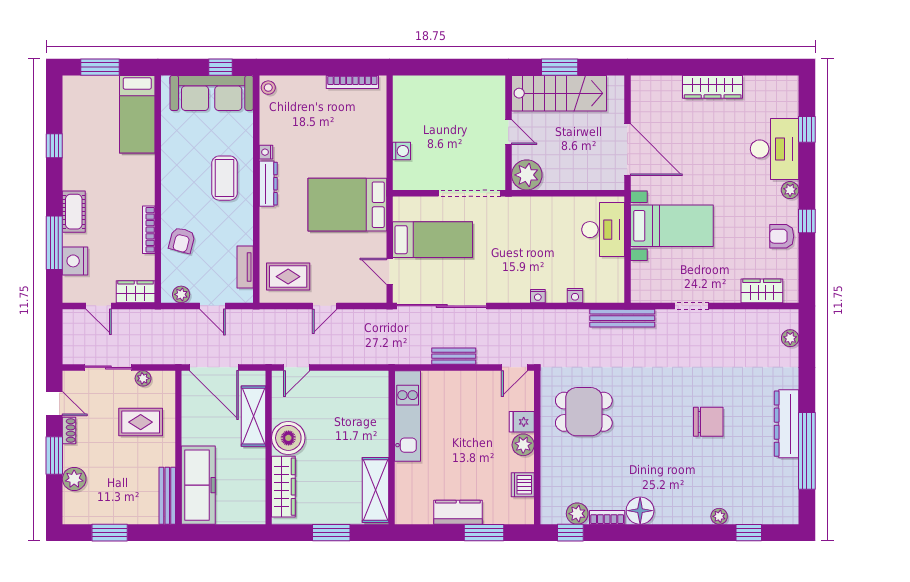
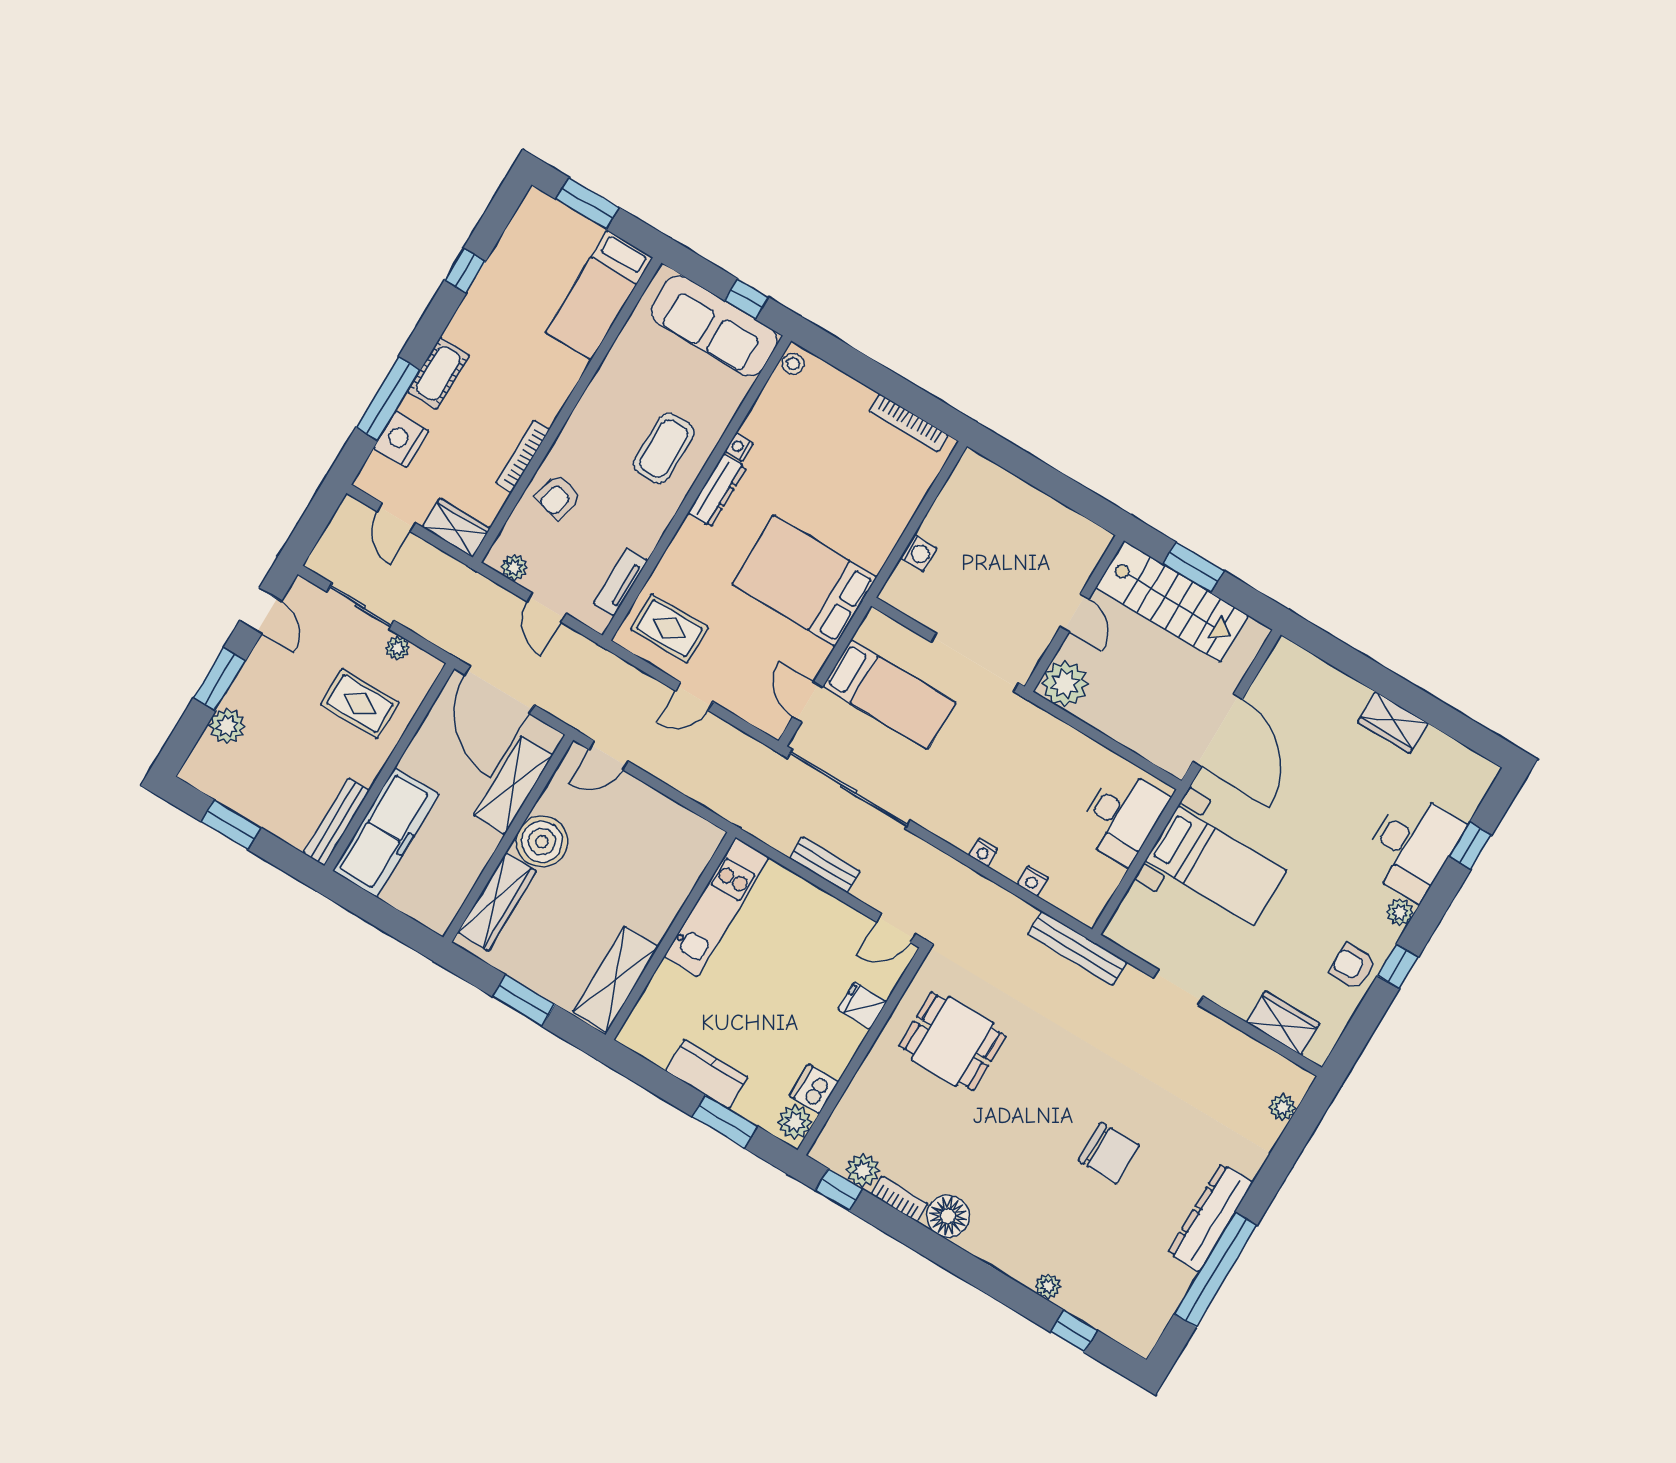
wardrobe: (713, 87) -> (1393, 723), width x0.67
shoe rack: (69, 431) -> (259, 658), removed
plant: (523, 445) -> (795, 1122), moved

